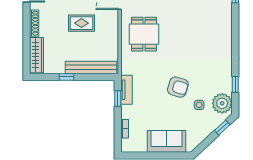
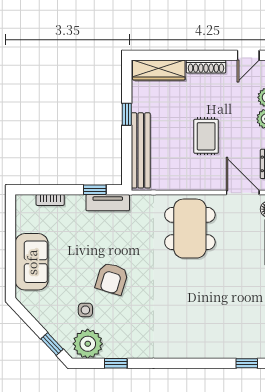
dining table: (144, 34) -> (190, 229), width x1.38

